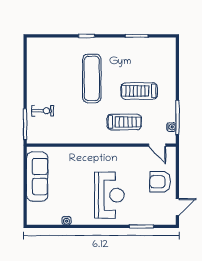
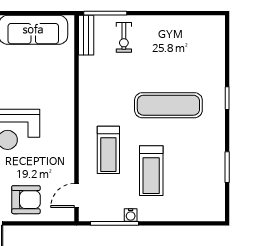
treadmill: (139, 91) -> (151, 171), turned 180
water cooler: (171, 127) -> (131, 215), moved
bench: (41, 138) -> (86, 35), added
armchair: (160, 182) -> (26, 200), turned 90

